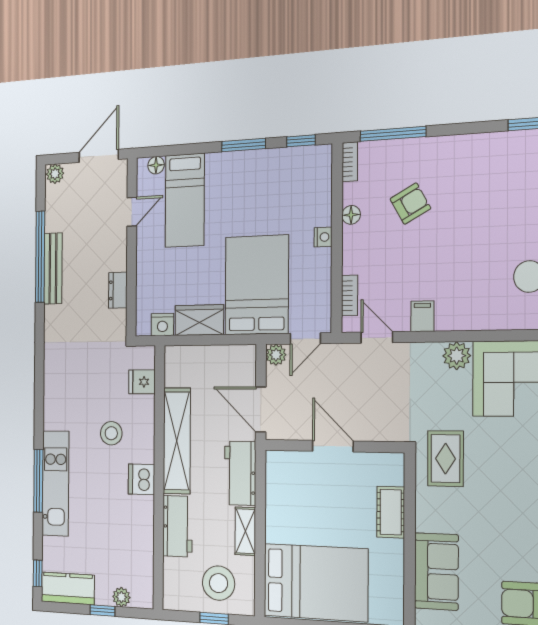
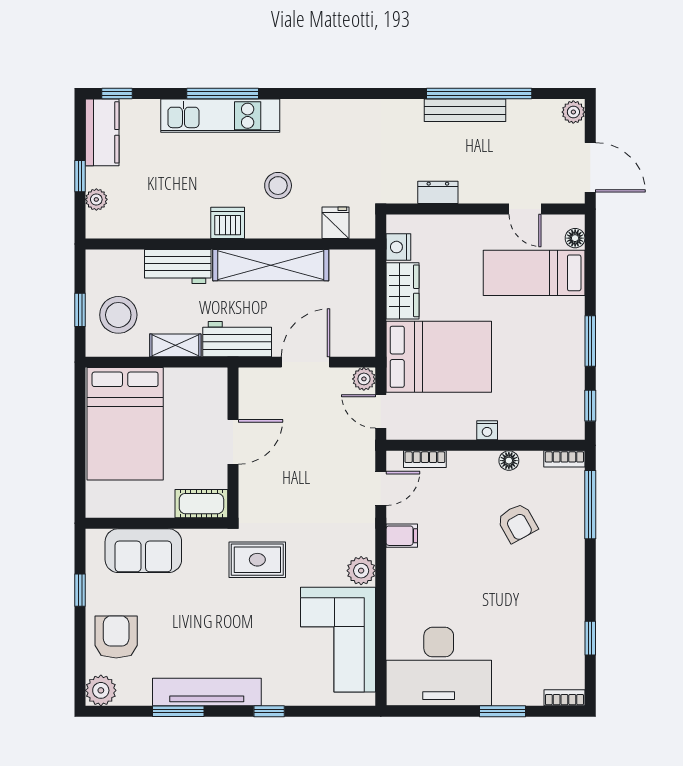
door: (333, 446) -> (233, 442), moved
wall: (334, 446) -> (233, 443), moved

